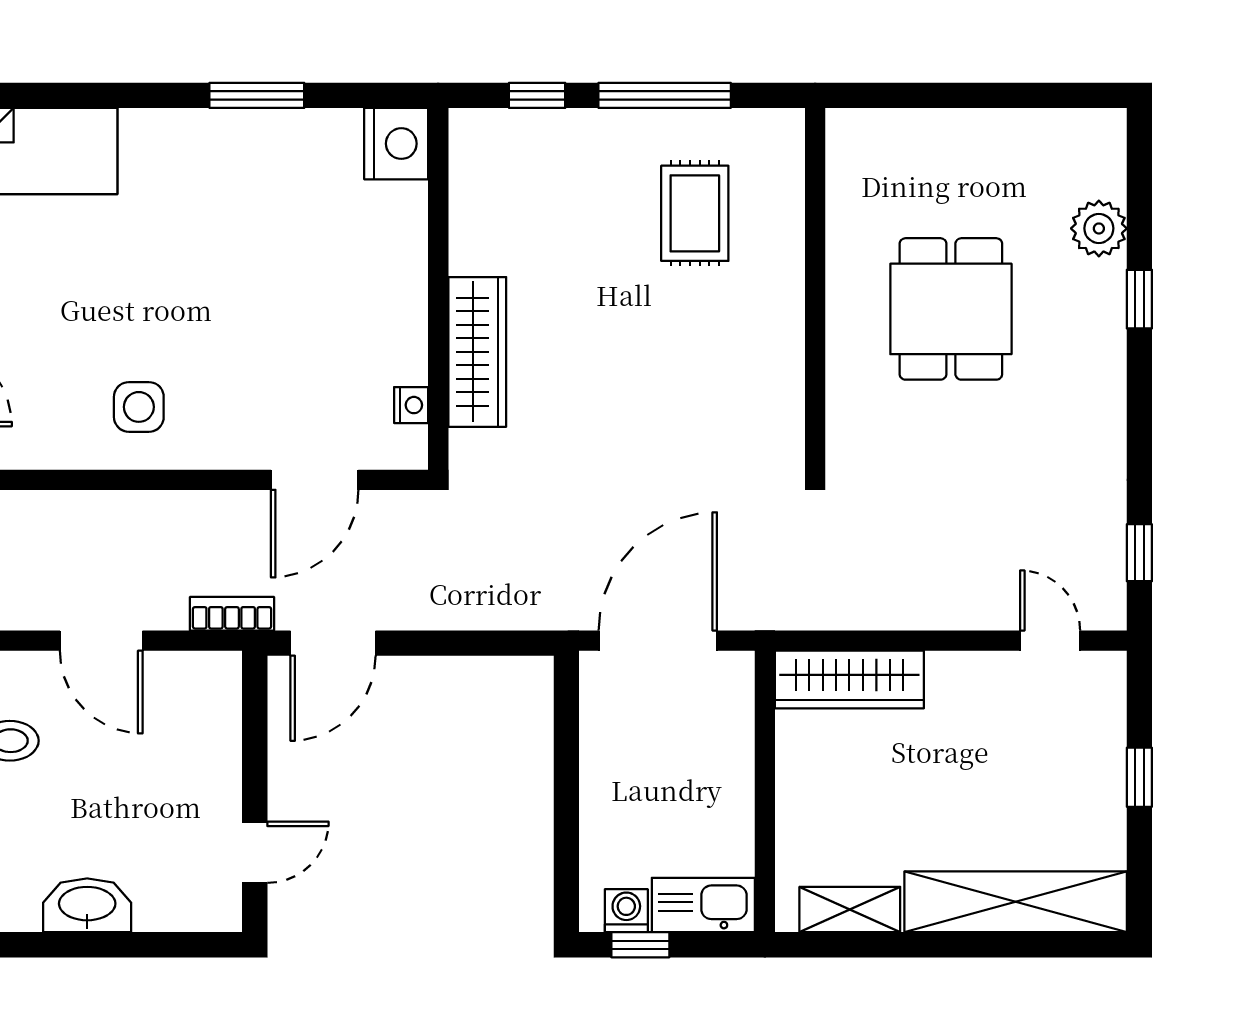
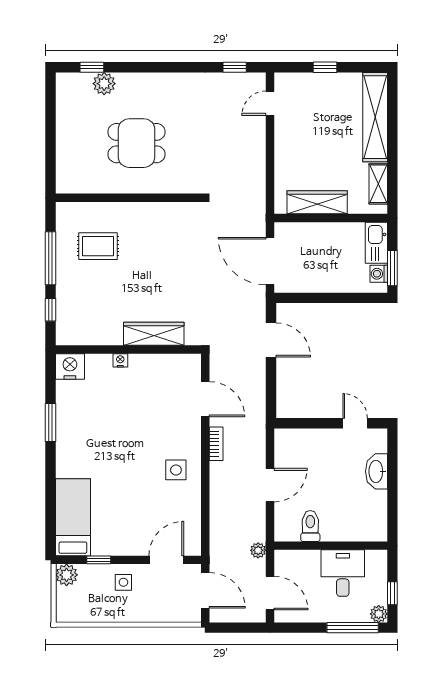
window: (1139, 299) -> (92, 67), moved
nightstand: (411, 405) -> (120, 360), moved
bookcase: (232, 614) -> (216, 444), moved, turned 180
door: (333, 643) -> (271, 340), moved
wardrobe: (849, 679) -> (317, 202), moved, turned -90
washbasin: (87, 905) -> (376, 471), moved
window: (640, 945) -> (392, 268), width x1.50

